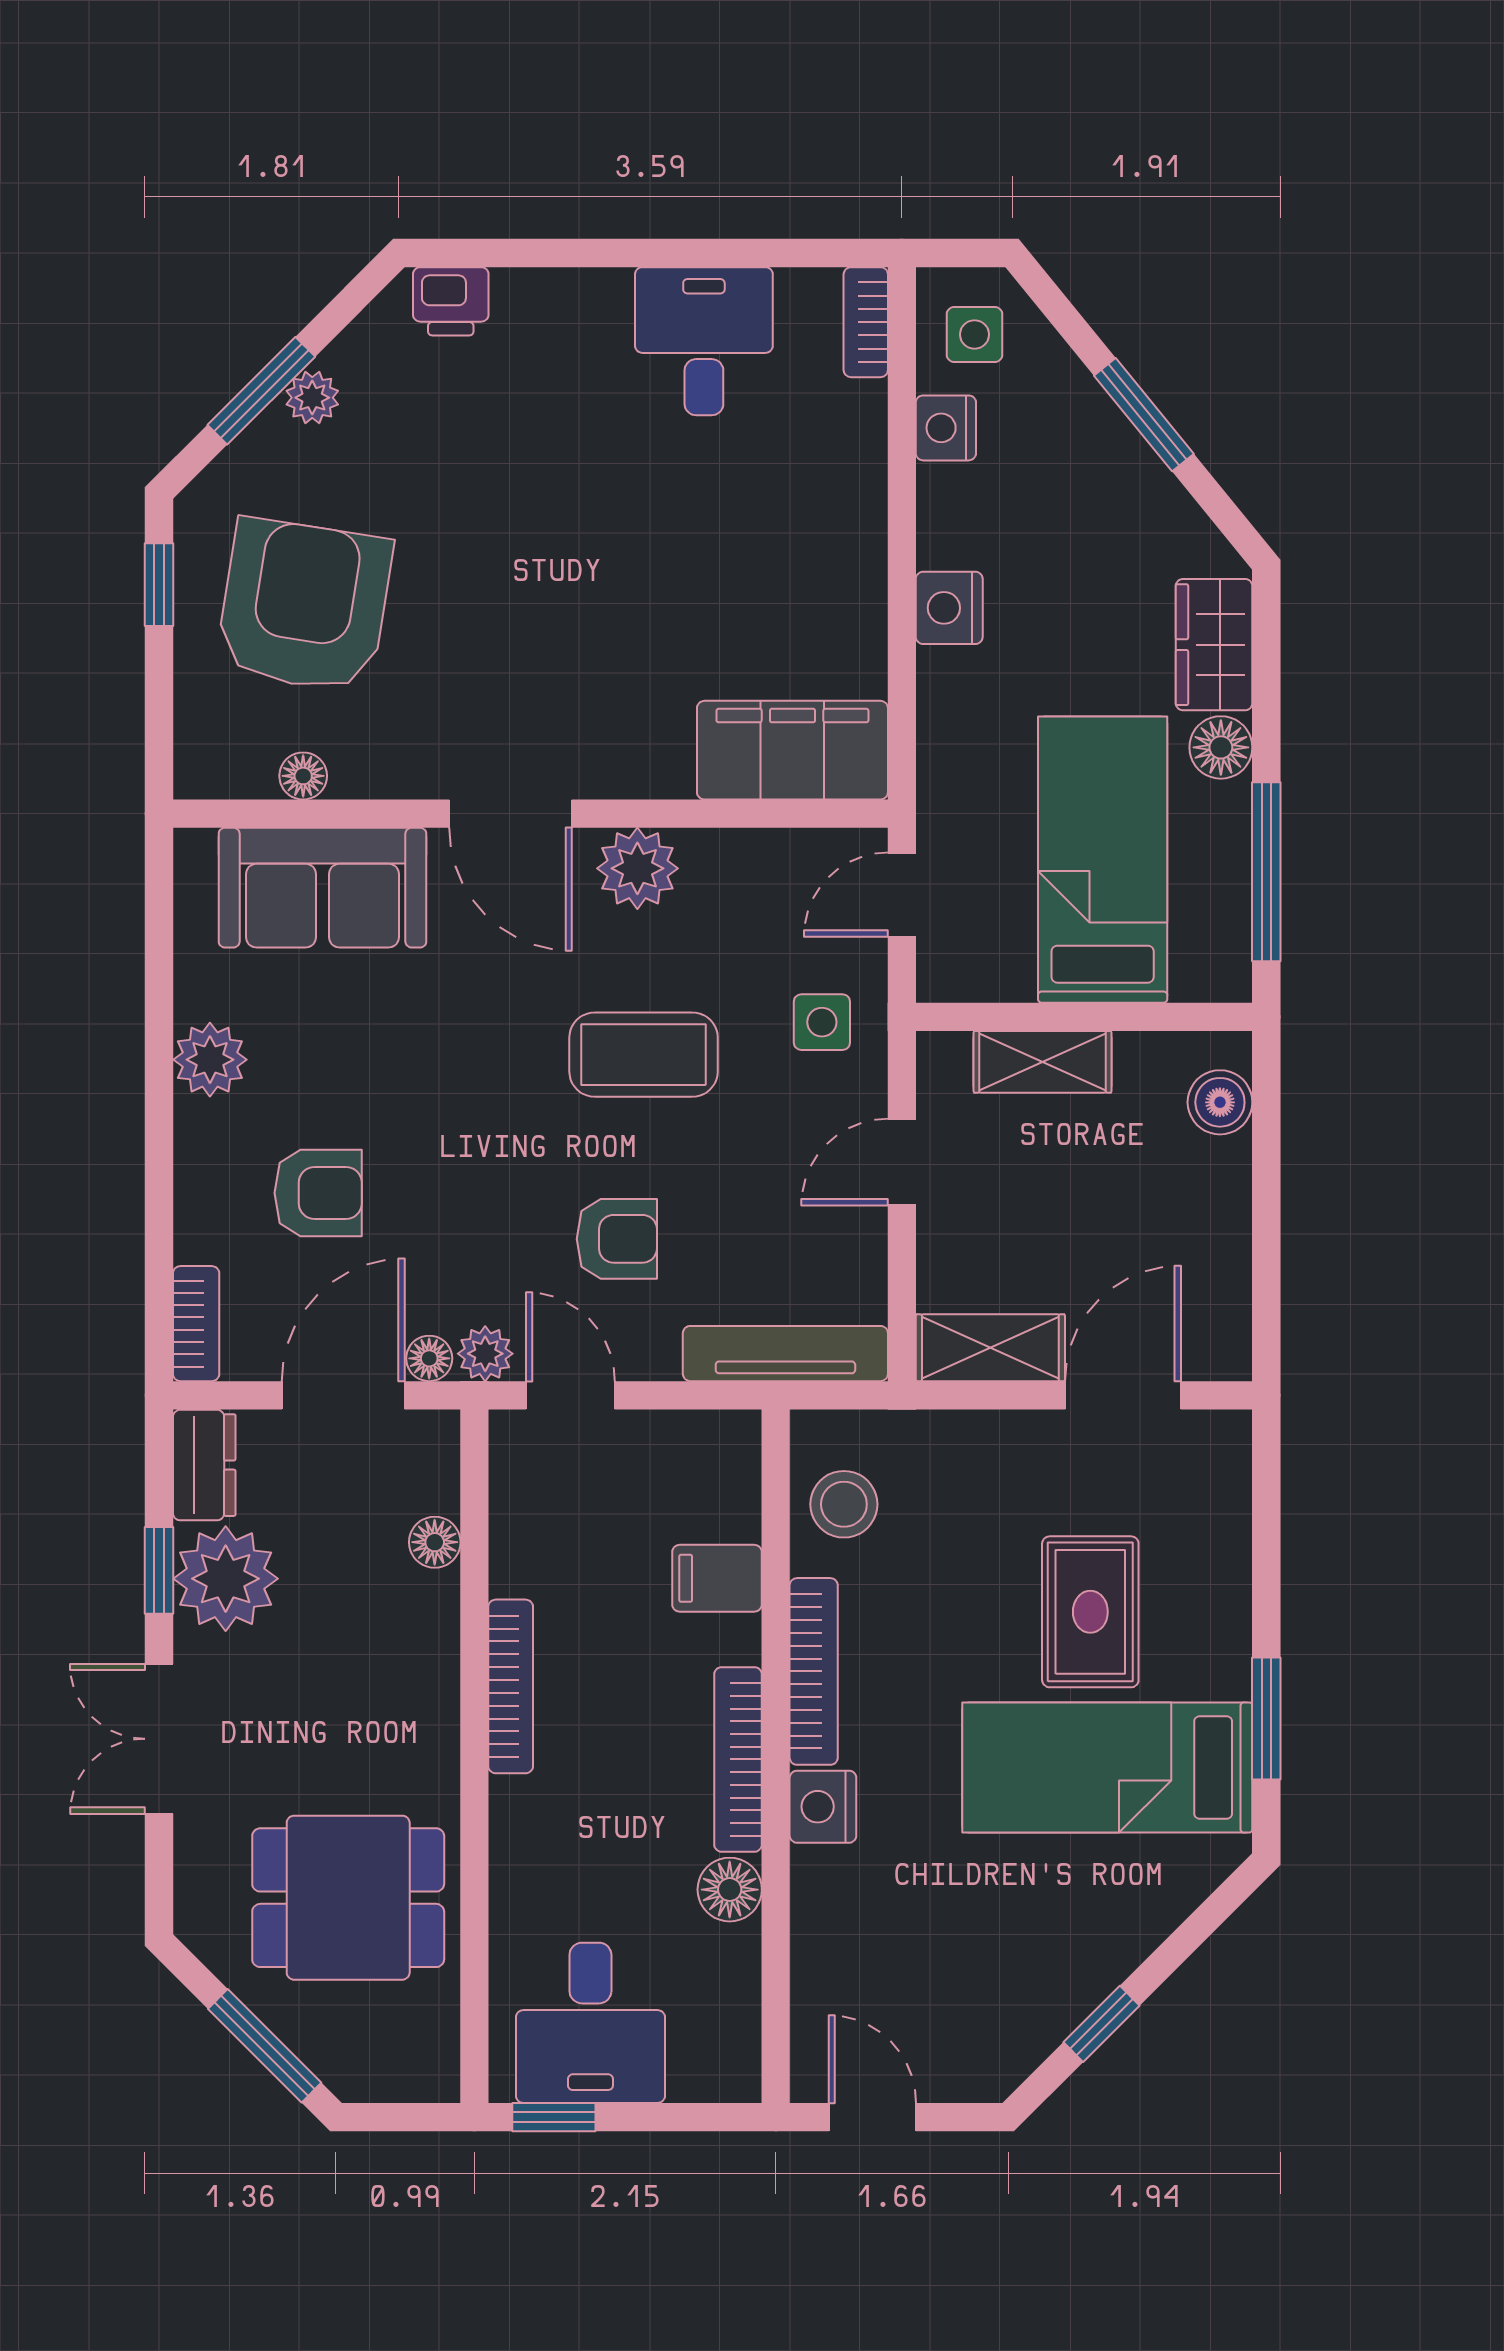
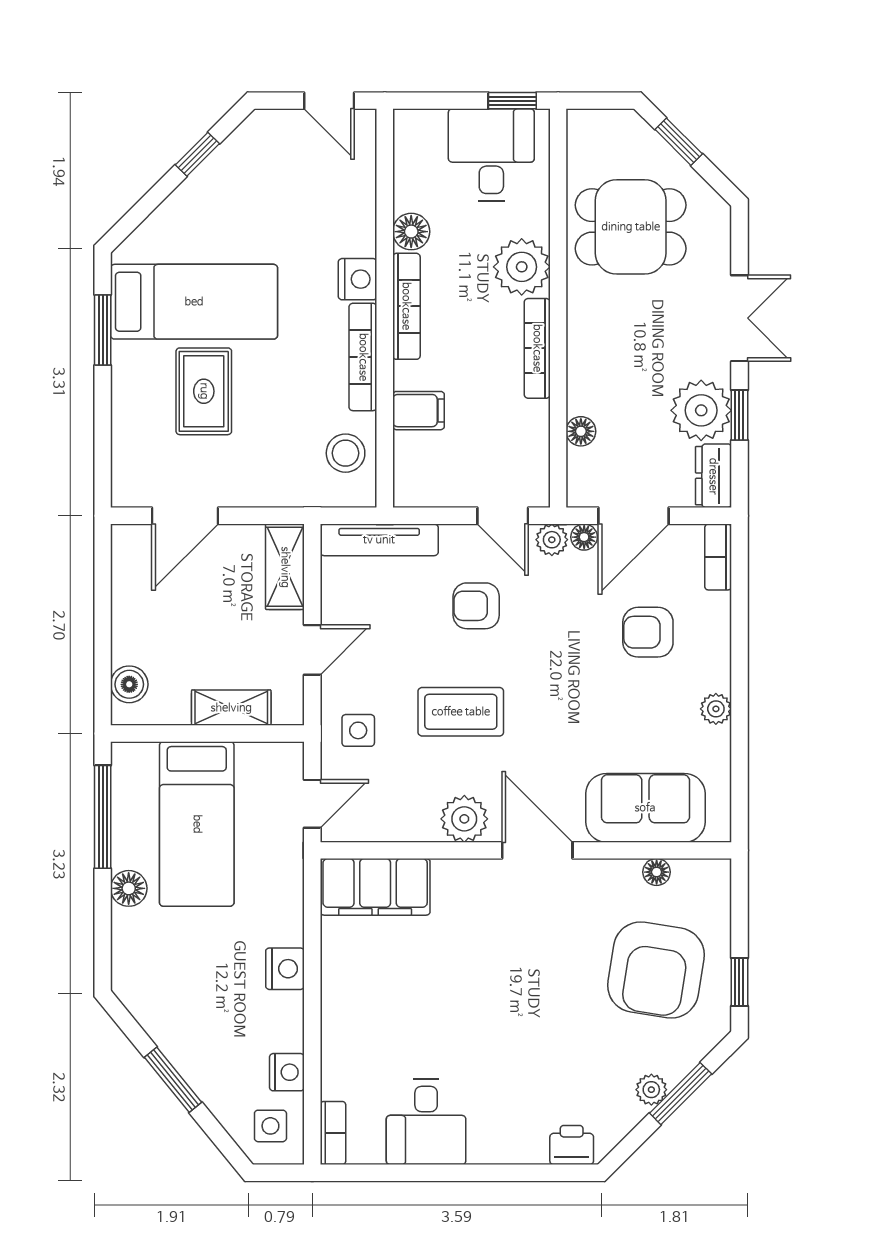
wardrobe: (1214, 645) -> (133, 948), removed
plant: (210, 1060) -> (716, 709), width x0.73, depth x0.73
shelving: (990, 1348) -> (285, 567), moved, turned 90
plant: (538, 1828) -> (522, 267), added
window: (265, 2046) -> (679, 142), width x0.67

